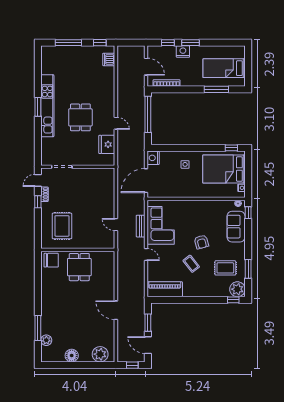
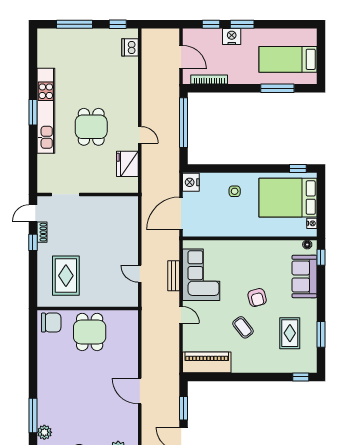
rug: (225, 268) -> (290, 333), turned 90
plant: (237, 289) -> (306, 362), removed

